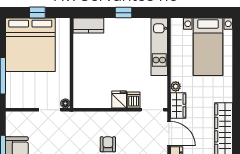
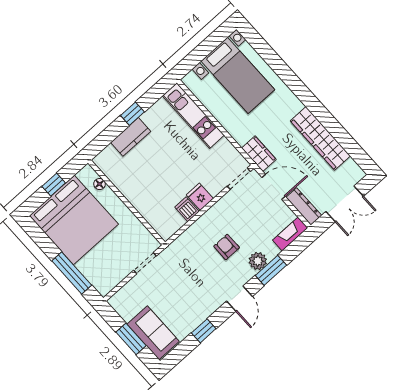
kitchen counter: (88, 26) -> (131, 137), moved
plant: (176, 86) -> (241, 138), removed
dishwasher: (134, 100) -> (187, 209), moved
floor lamp: (65, 103) -> (100, 184), moved

